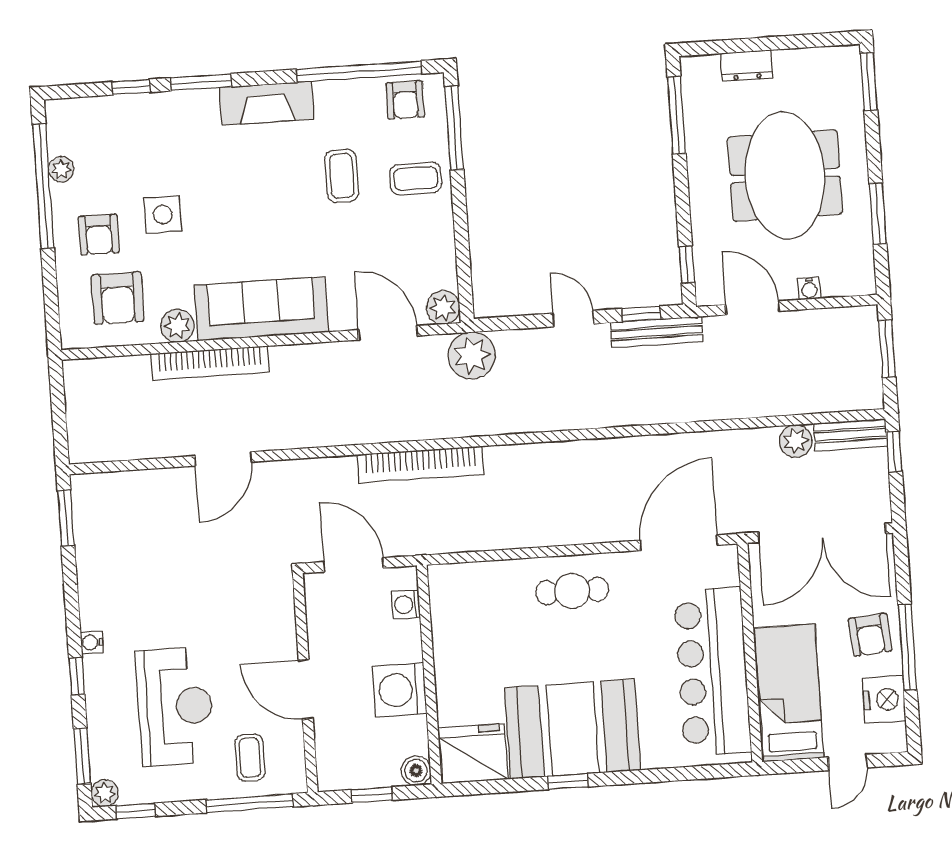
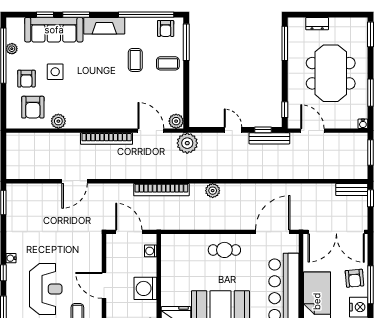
water cooler: (809, 288) -> (363, 124), moved
sofa: (261, 309) -> (54, 30), moved, turned 180
bookcase: (210, 363) -> (107, 139), moved
plant: (796, 441) -> (213, 191), moved

